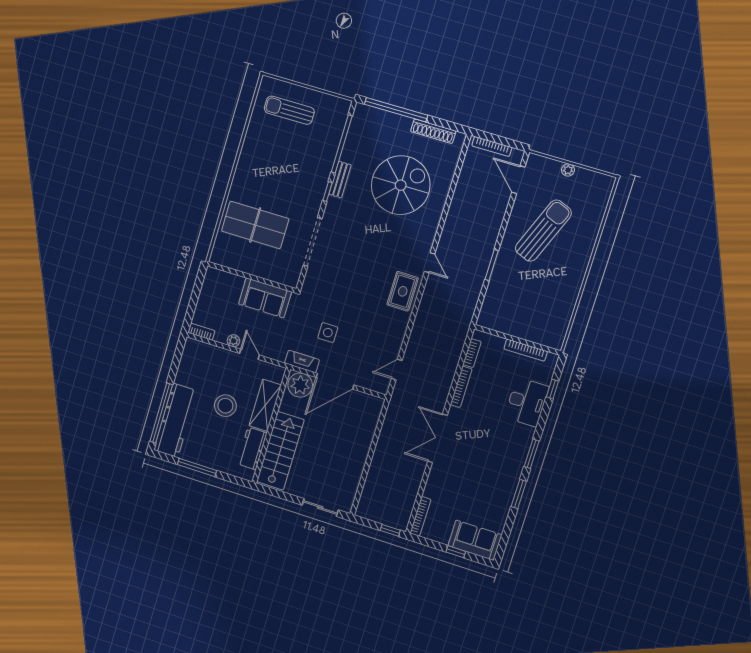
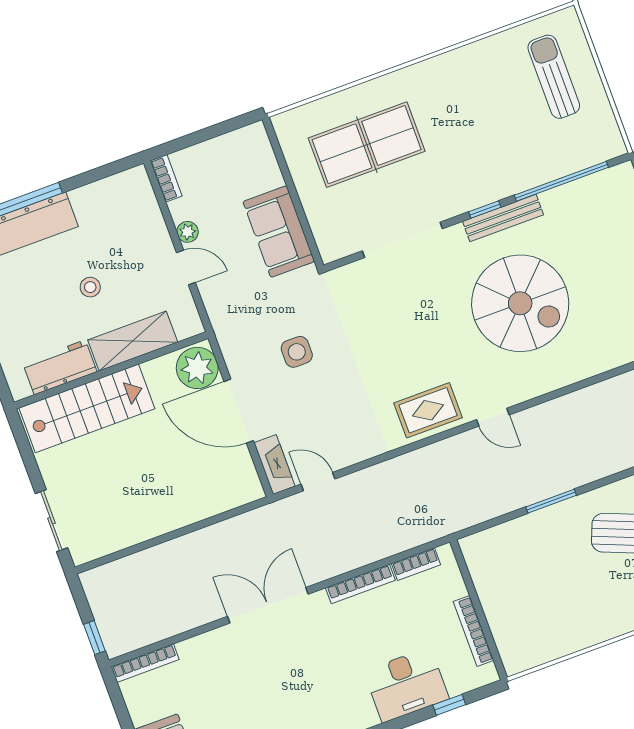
bench: (340, 180) -> (503, 218), width x1.36
spiral stairs: (401, 185) -> (520, 303), moved
table tennis table: (255, 225) -> (367, 145), turned 90
door: (430, 263) -> (493, 417), hinge flipped
door: (249, 354) -> (186, 268), hinge flipped
fireplace: (302, 362) -> (275, 464), moved
stool: (225, 406) -> (90, 287), width x0.53, depth x0.53

